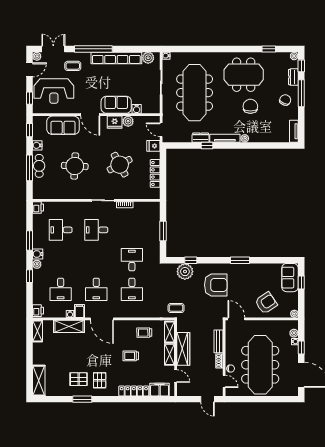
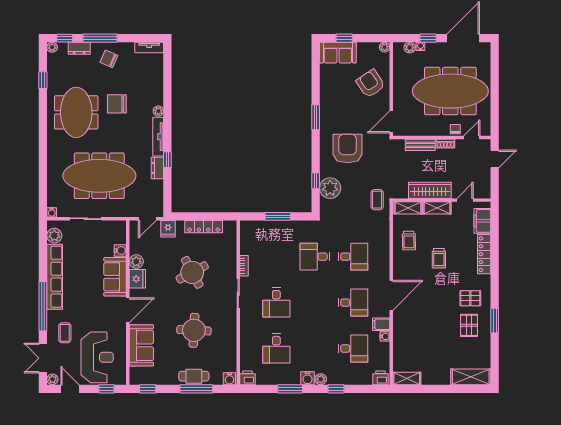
water cooler: (37, 145) -> (229, 379), moved
shelving: (69, 326) -> (401, 338), removed

